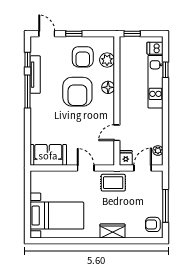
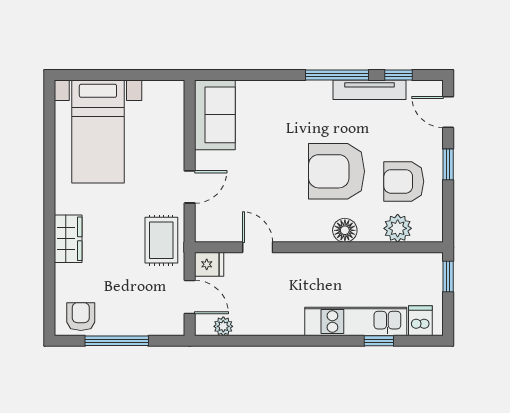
door: (47, 34) -> (448, 112), swing flipped

